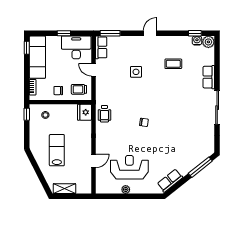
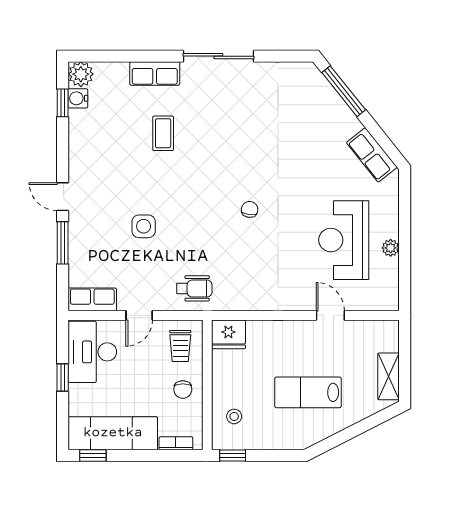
window: (110, 33) -> (63, 243), moved
coffee table: (173, 64) -> (163, 133), moved
wheelchair: (104, 114) -> (194, 288), moved

